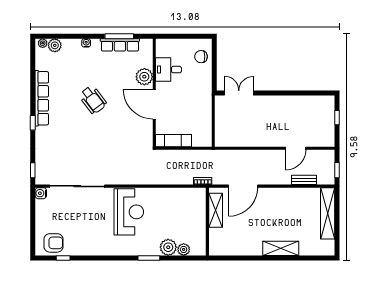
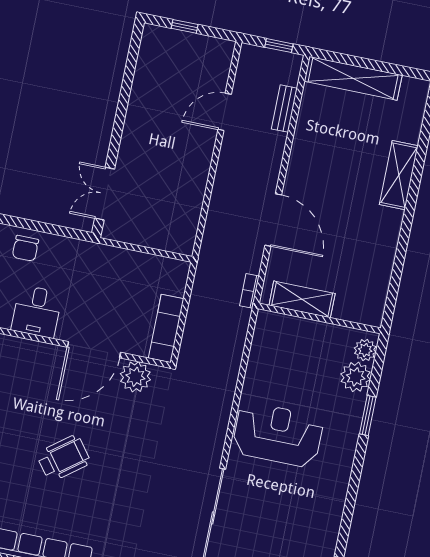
plant: (144, 77) -> (135, 377), moved
door: (296, 148) -> (225, 112), swing flipped
shelving: (216, 210) -> (302, 299), moved
wall: (207, 222) -> (319, 318), moved

